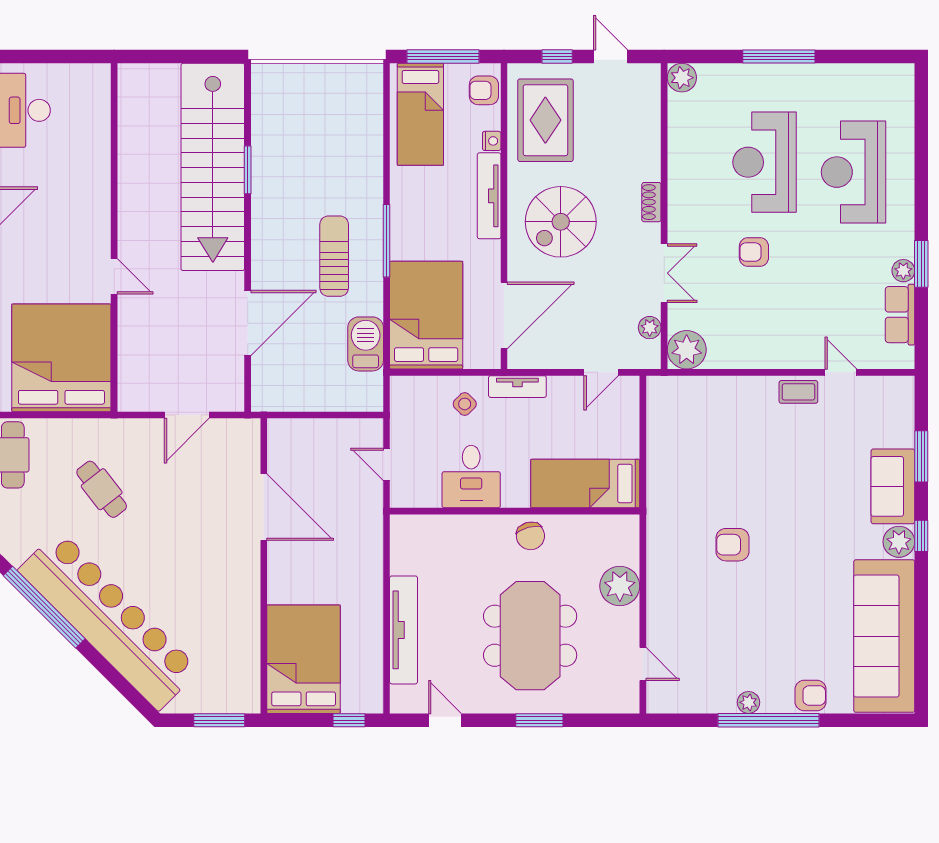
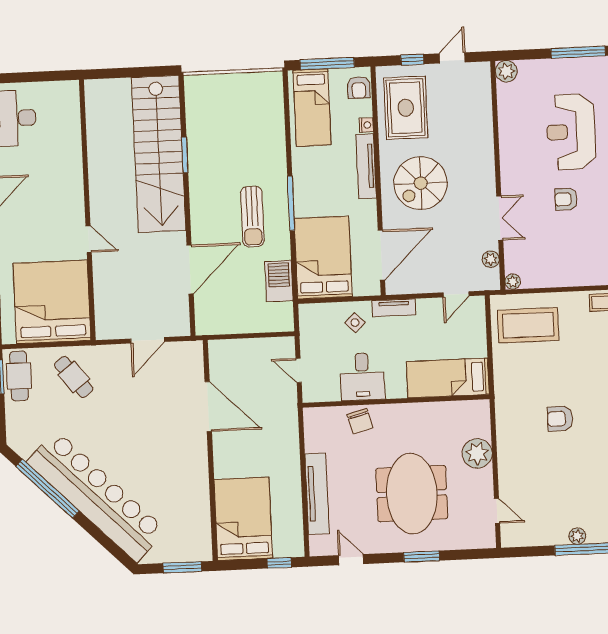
door: (611, 56) -> (452, 58), hinge flipped
armchair: (484, 90) -> (359, 87), turned -90
shoe rack: (651, 202) -> (488, 165), removed
sun lounger: (334, 256) -> (252, 217), turned 180
plant: (687, 350) -> (513, 282), width x0.53, depth x0.53
coffee table: (696, 418) -> (528, 325), added
cafe table: (102, 489) -> (74, 377), moved
chair: (530, 536) -> (360, 421), moved

